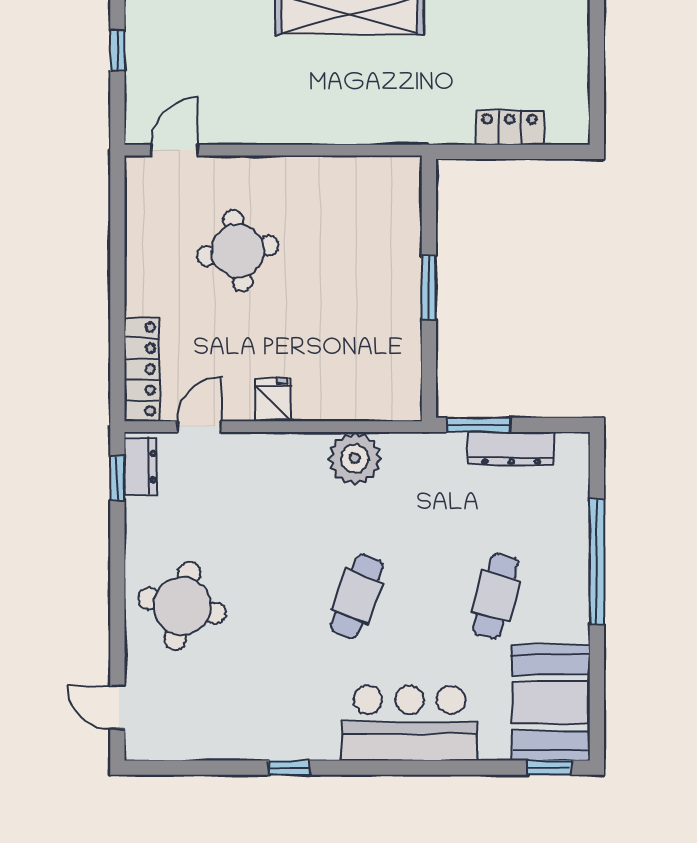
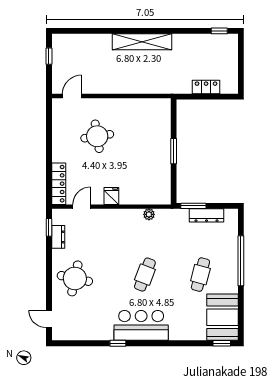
plant: (355, 458) -> (149, 214), width x0.53, depth x0.53
dresser: (141, 467) -> (58, 237), moved
bar counter: (409, 723) -> (141, 325), moved

